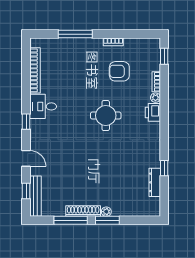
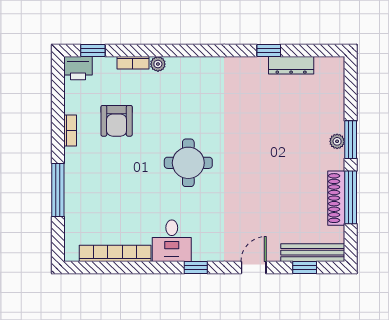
printer: (153, 112) -> (78, 68), moved
round table: (106, 116) -> (188, 163), moved
shoe rack: (83, 211) -> (336, 198), moved

